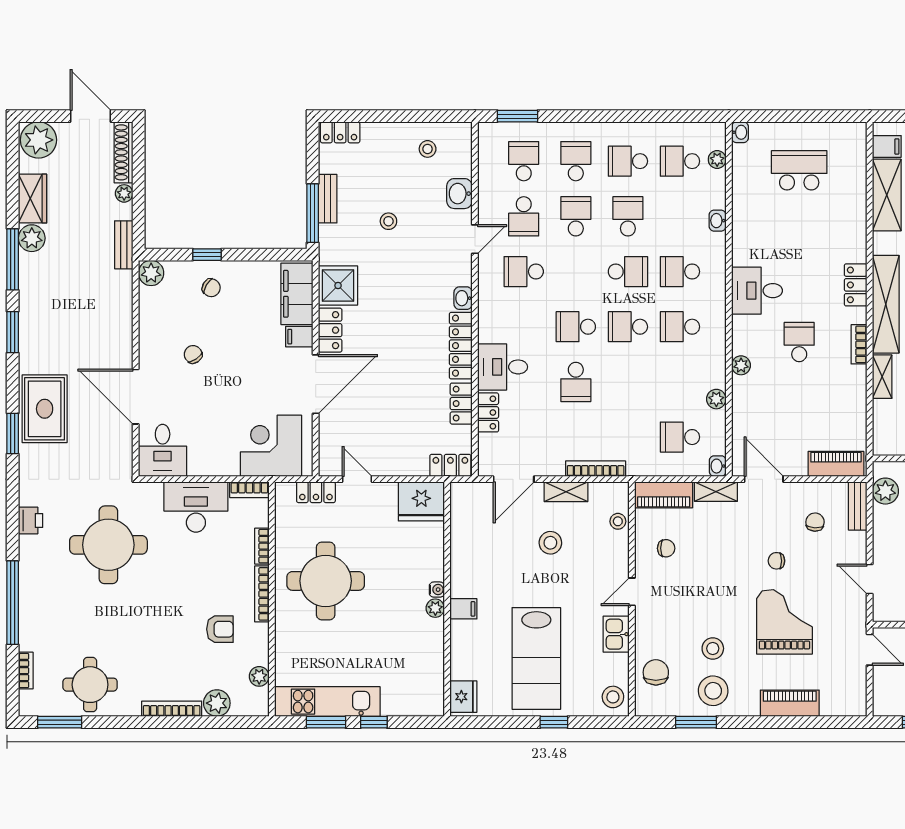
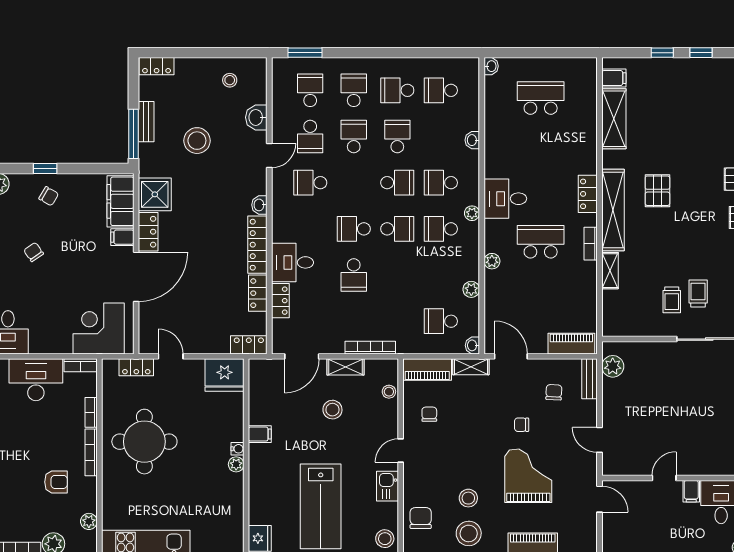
plant: (717, 159) -> (472, 213), moved
stool: (388, 221) -> (197, 141), width x1.89, depth x1.89
school desk: (628, 327) -> (397, 229), turned 180
school desk: (799, 342) -> (541, 242), width x1.85
chair: (666, 548) -> (429, 414), turned -90
filing cabinet: (463, 609) -> (260, 434), moved

